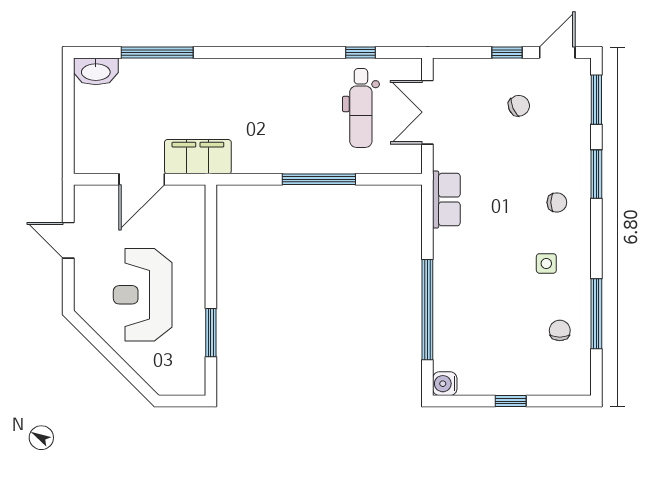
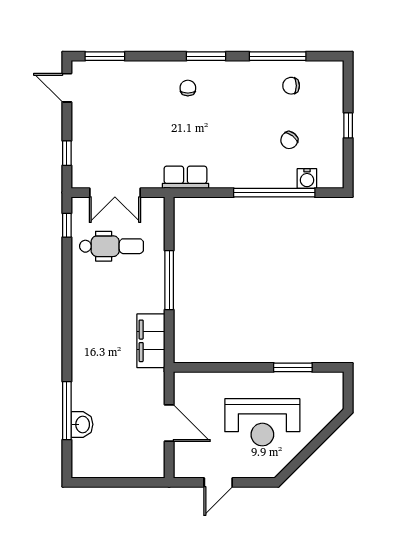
window: (360, 52) -> (67, 225), moved
window: (507, 52) -> (67, 153), moved
washbasin: (96, 71) -> (82, 424), moved, width x0.72
chair: (519, 106) -> (289, 140), moved, turned -118
filing cabinet: (198, 157) -> (151, 341), moved
window: (596, 174) -> (206, 56), moved
side table: (546, 263) -> (237, 97), removed
water cooler: (445, 384) -> (307, 179), moved

